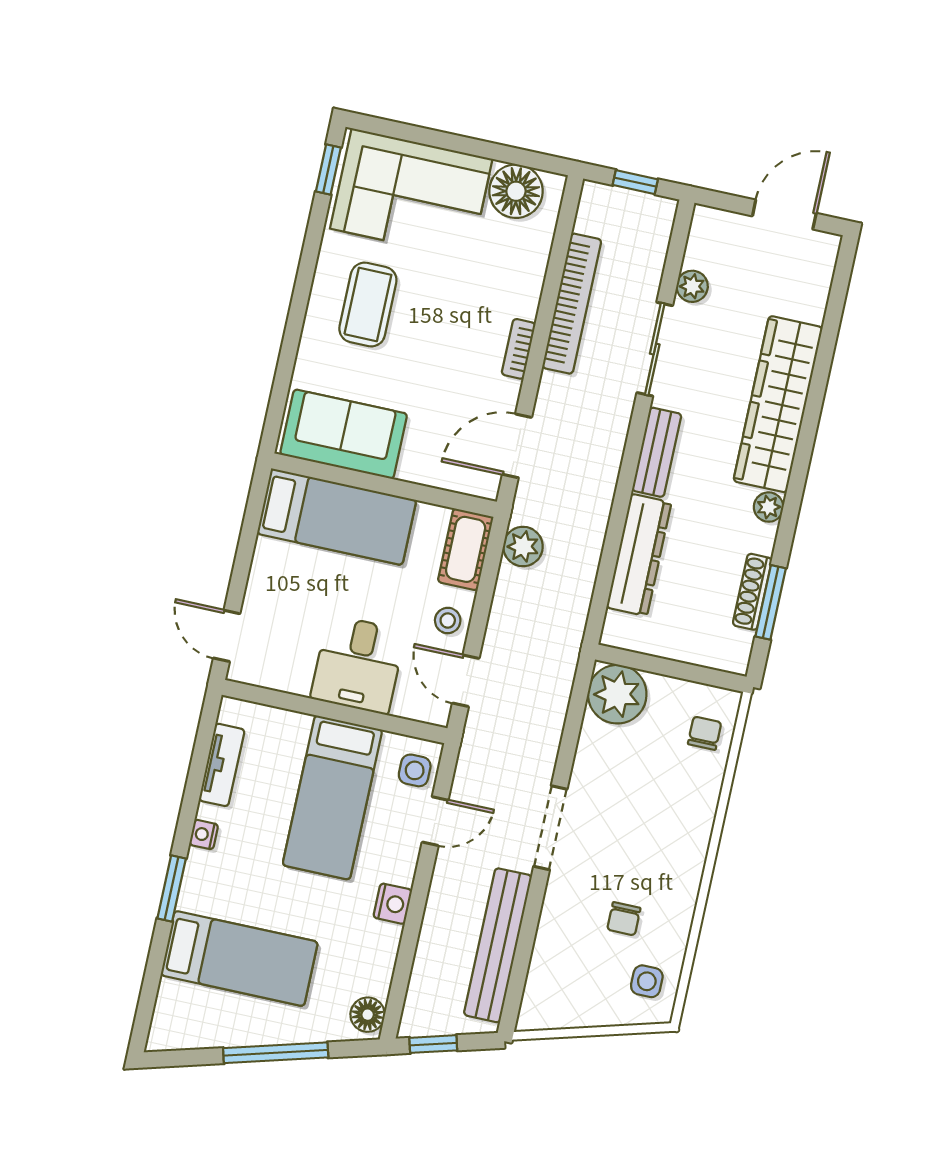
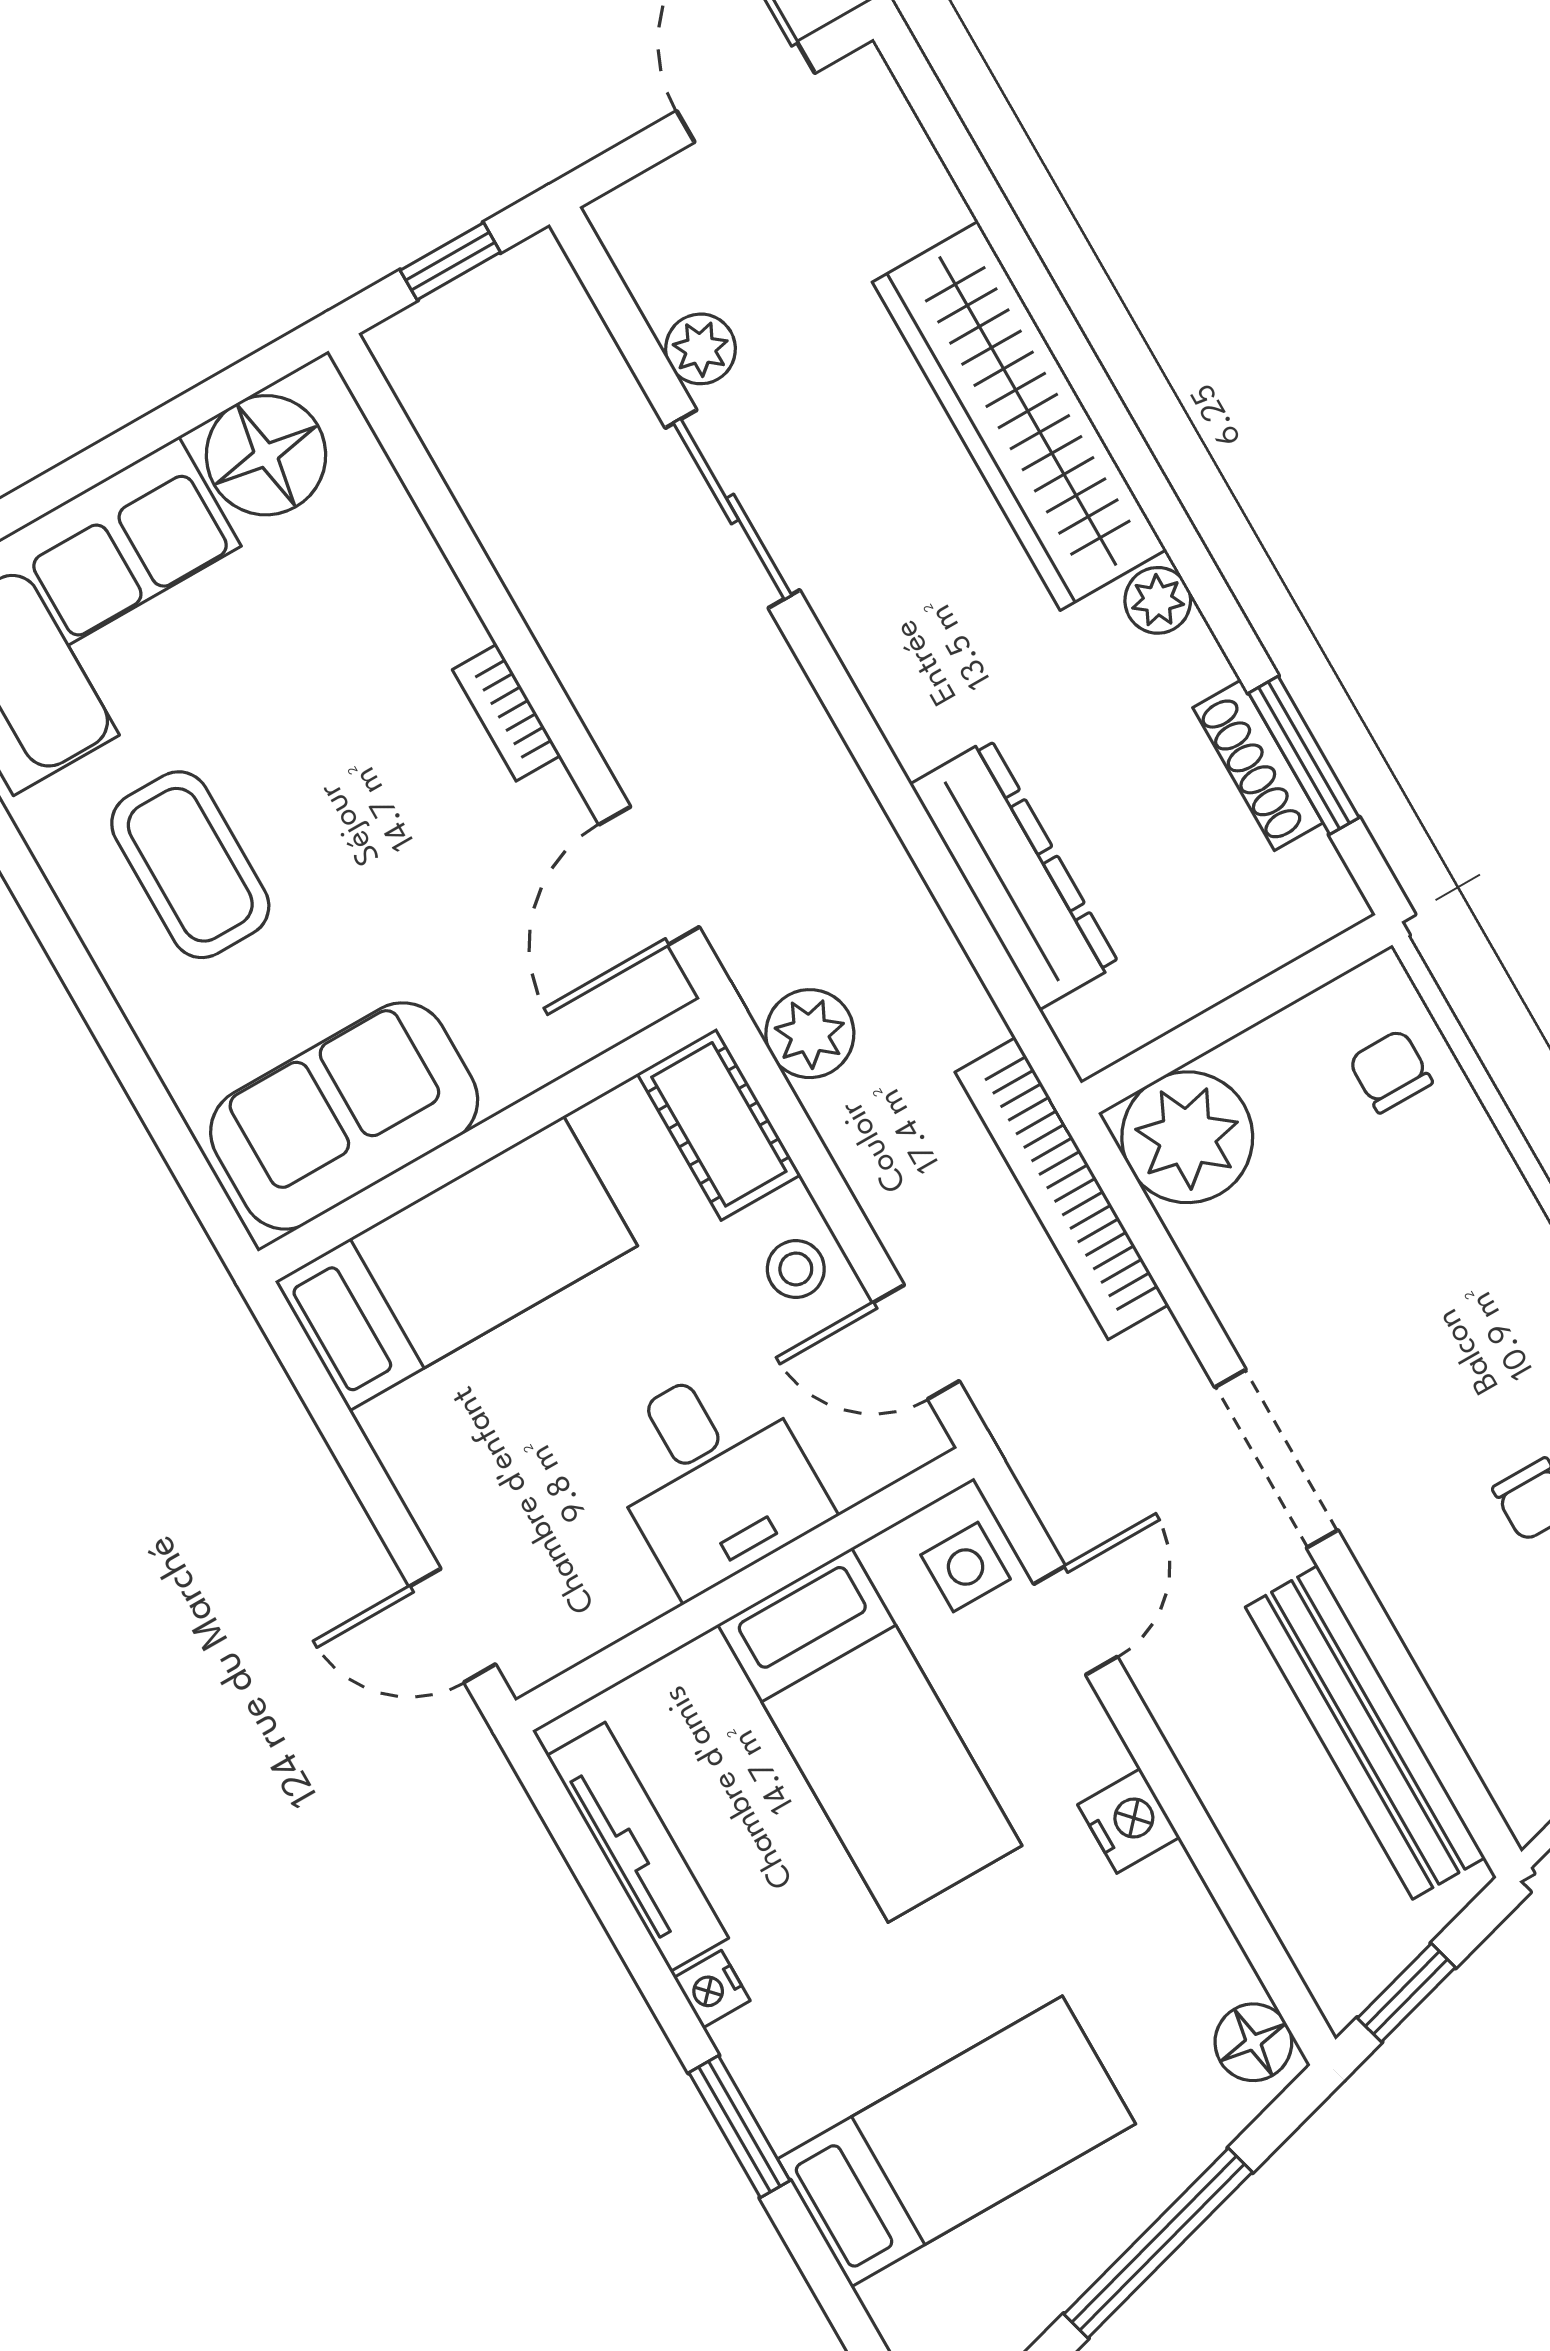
bookcase: (572, 304) -> (1062, 1189), moved, turned 180
bench: (657, 452) -> (890, 677), removed
tv unit: (222, 765) -> (638, 1847), width x1.41

